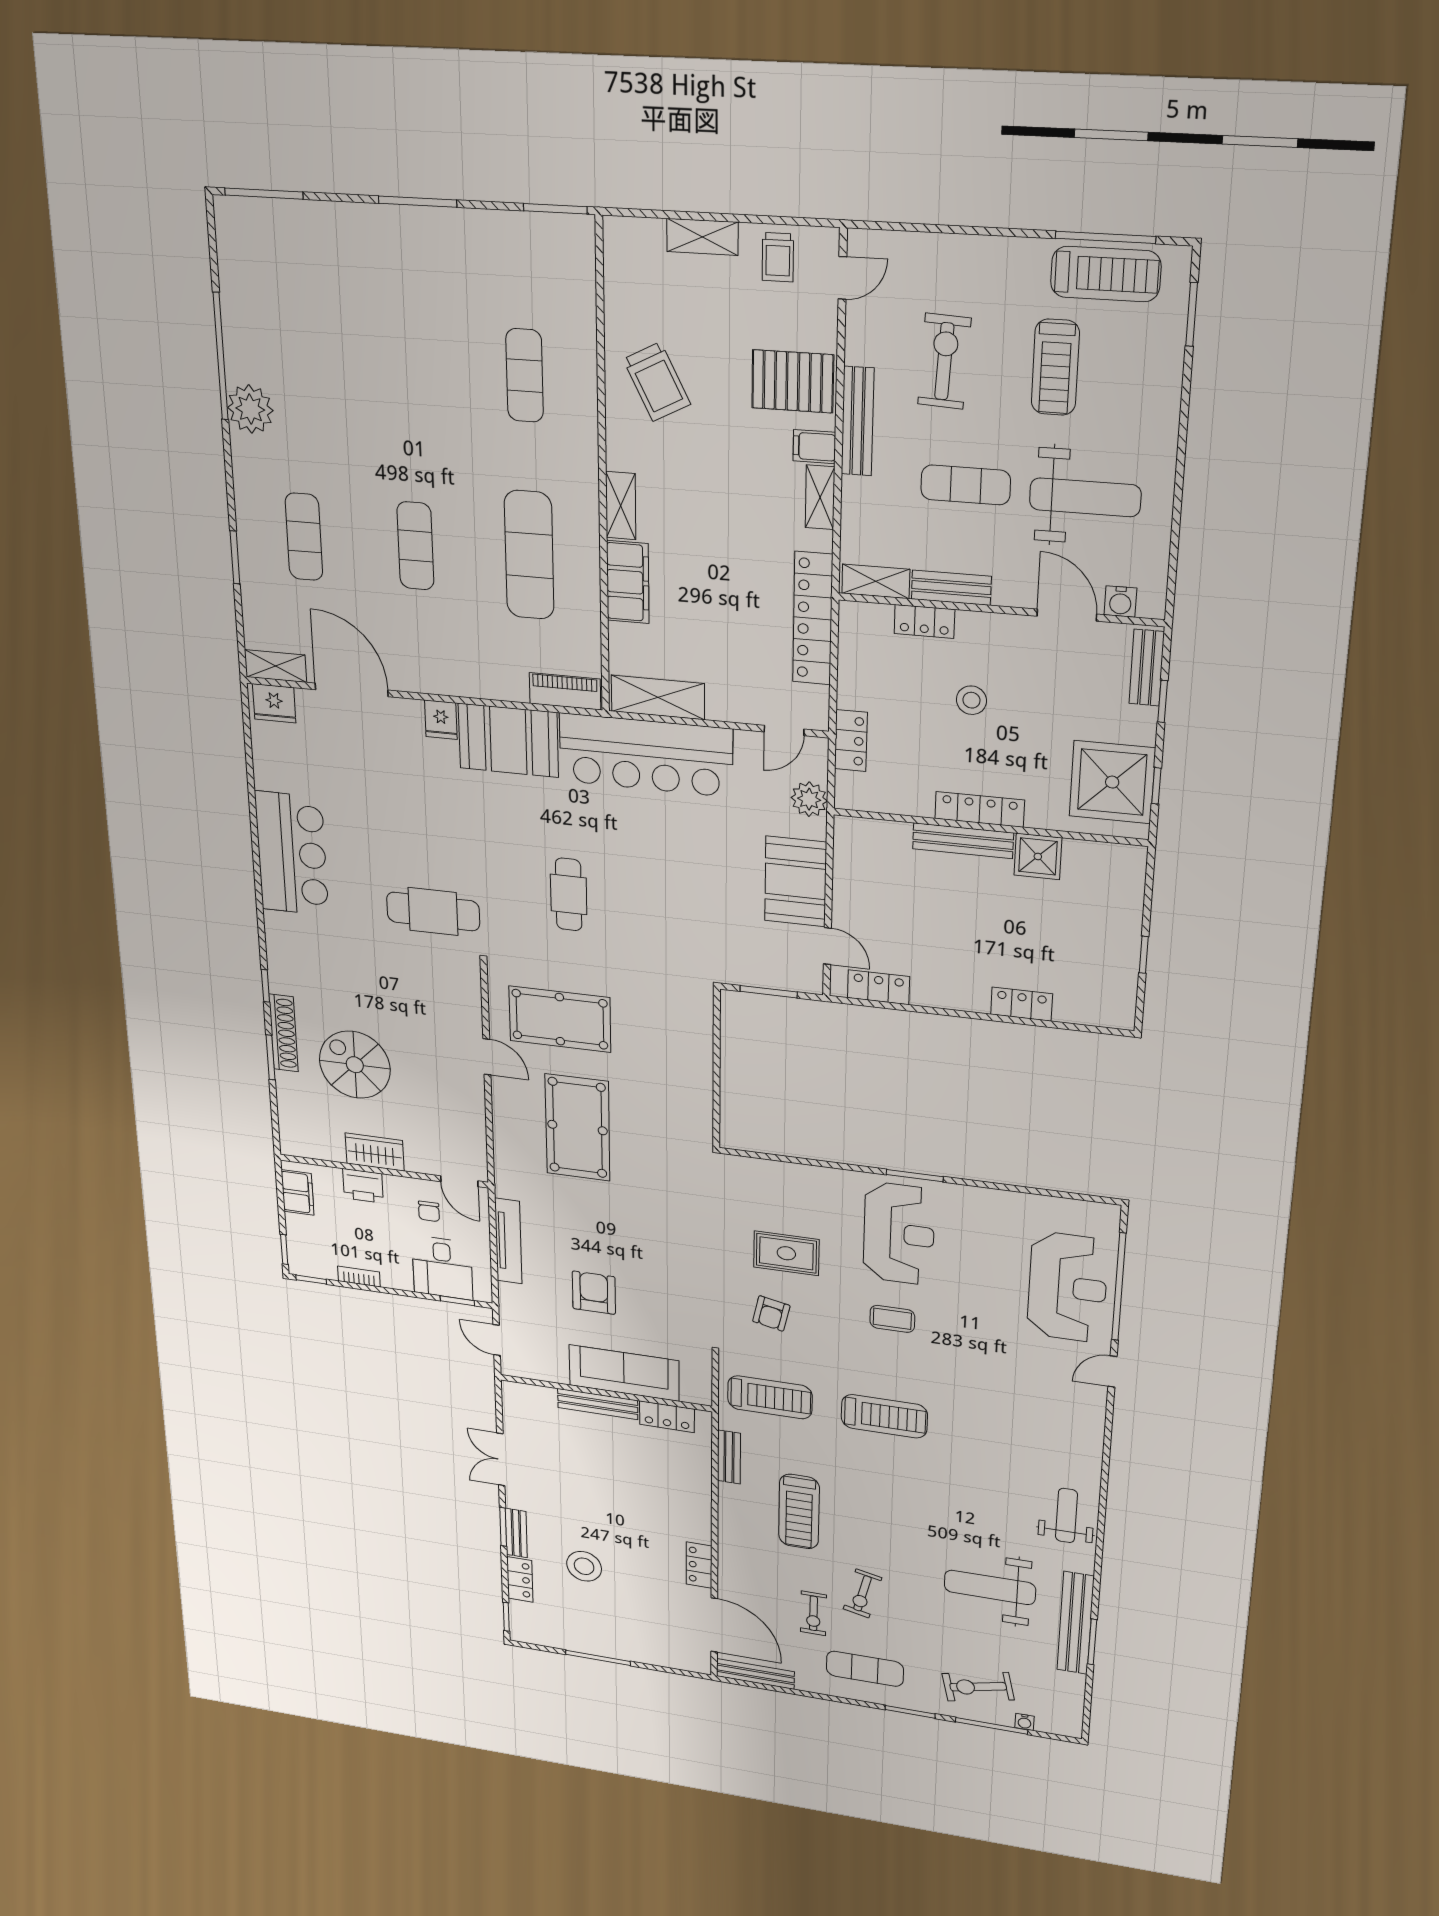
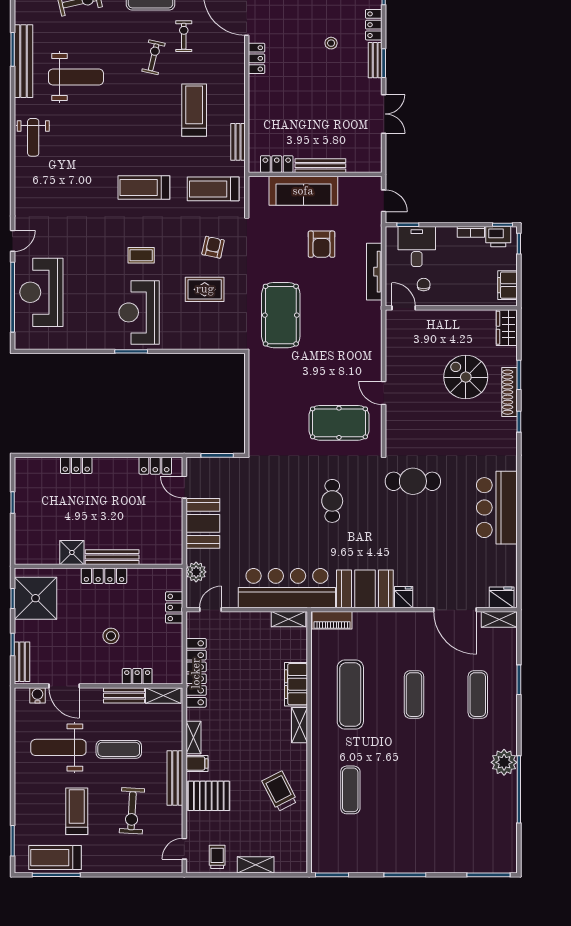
shelving: (658, 697) -> (289, 619), width x0.67, depth x0.75
spiral stairs: (355, 1065) -> (466, 377), turned 180
pool table: (577, 1128) -> (281, 315), moved
wardrobe: (375, 1152) -> (507, 328), moved, turned 90
printer: (363, 1186) -> (498, 237), moved, turned 180
stool: (584, 1566) -> (331, 43), width x0.53, depth x0.53

